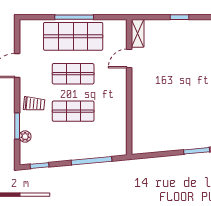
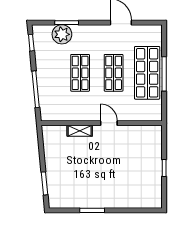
shelving: (138, 33) -> (80, 131), moved
door: (129, 58) -> (109, 123), moved
trolley: (34, 104) -> (87, 38), removed
plant: (25, 136) -> (62, 34), width x1.87, depth x1.87

